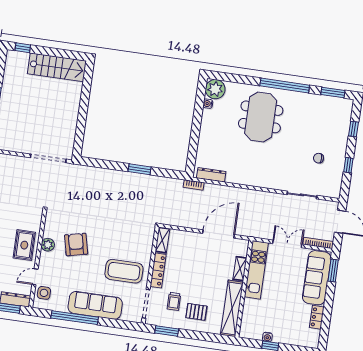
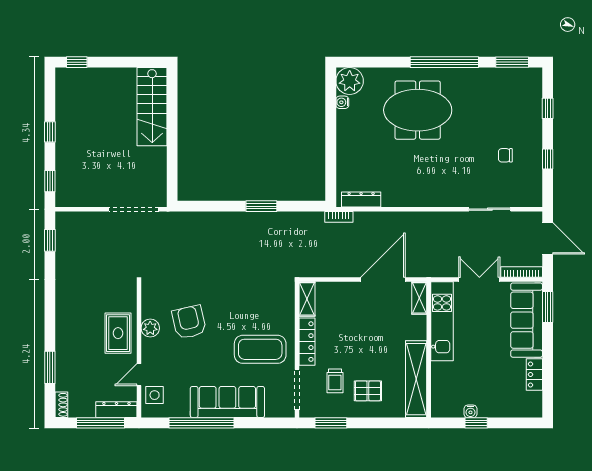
stairs: (57, 67) -> (152, 107), moved, turned 90
meeting table: (261, 117) -> (418, 110), turned 90
shelving: (240, 269) -> (419, 298), moved

